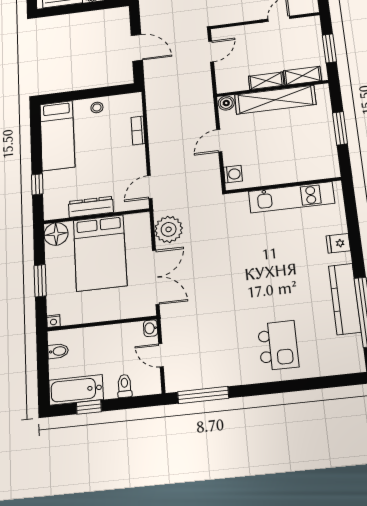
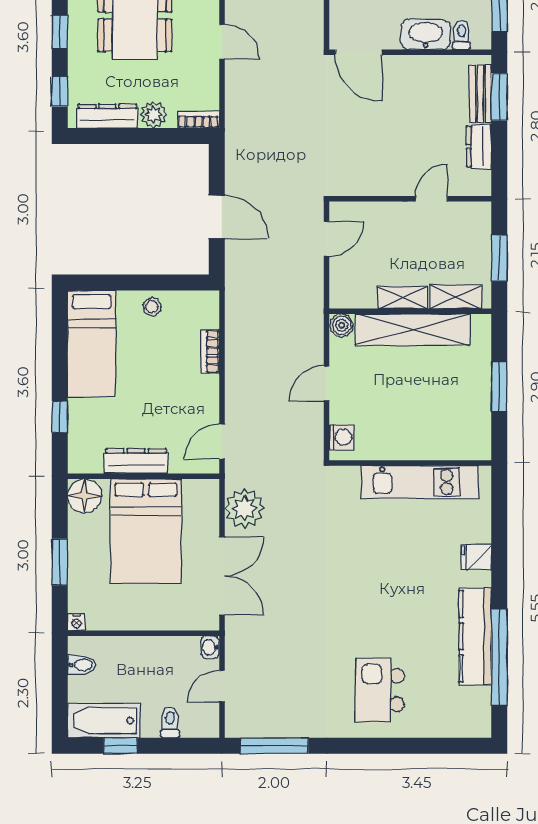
kitchen island: (278, 345) -> (380, 690), turned 180
door: (161, 355) -> (222, 686), hinge flipped

